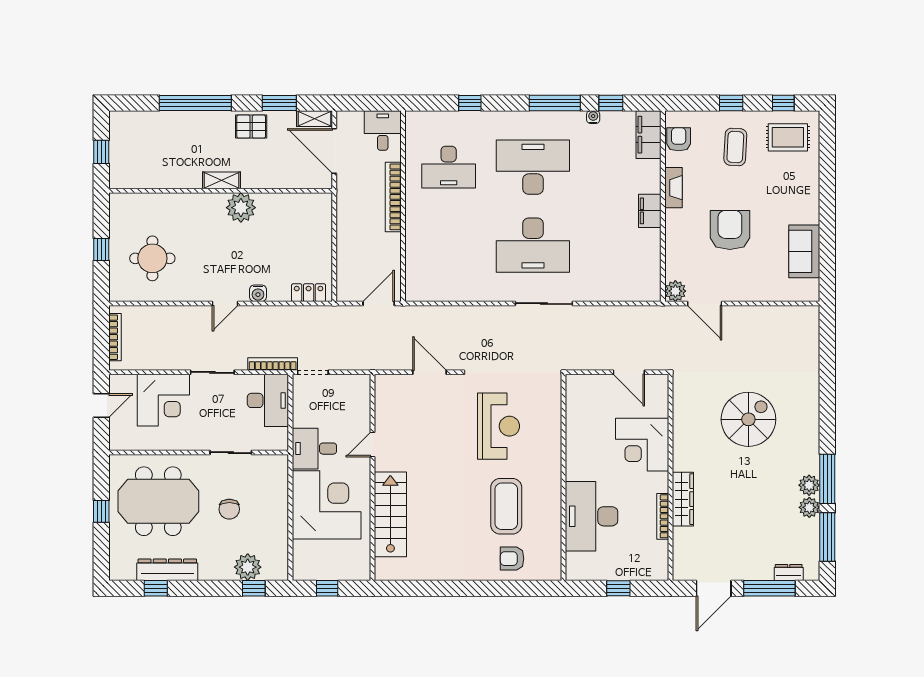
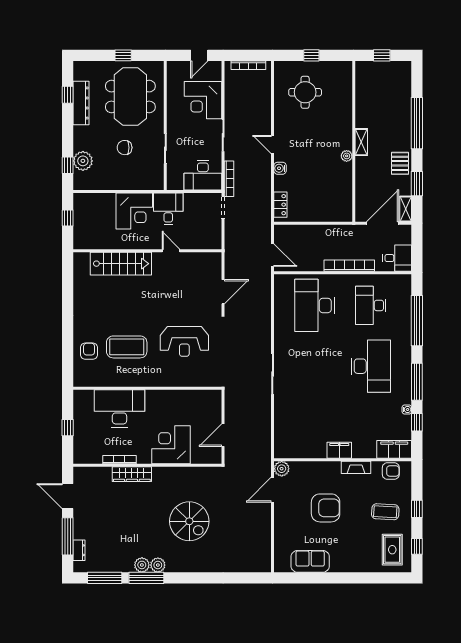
window: (470, 103) -> (417, 321), width x3.17
plant: (241, 208) -> (347, 156), width x0.53, depth x0.53
desk: (533, 245) -> (315, 305), moved
door: (101, 405) -> (199, 55), hinge flipped
corner desk: (327, 505) -> (134, 211), width x0.74, depth x0.74
plant: (809, 507) -> (158, 565), moved

